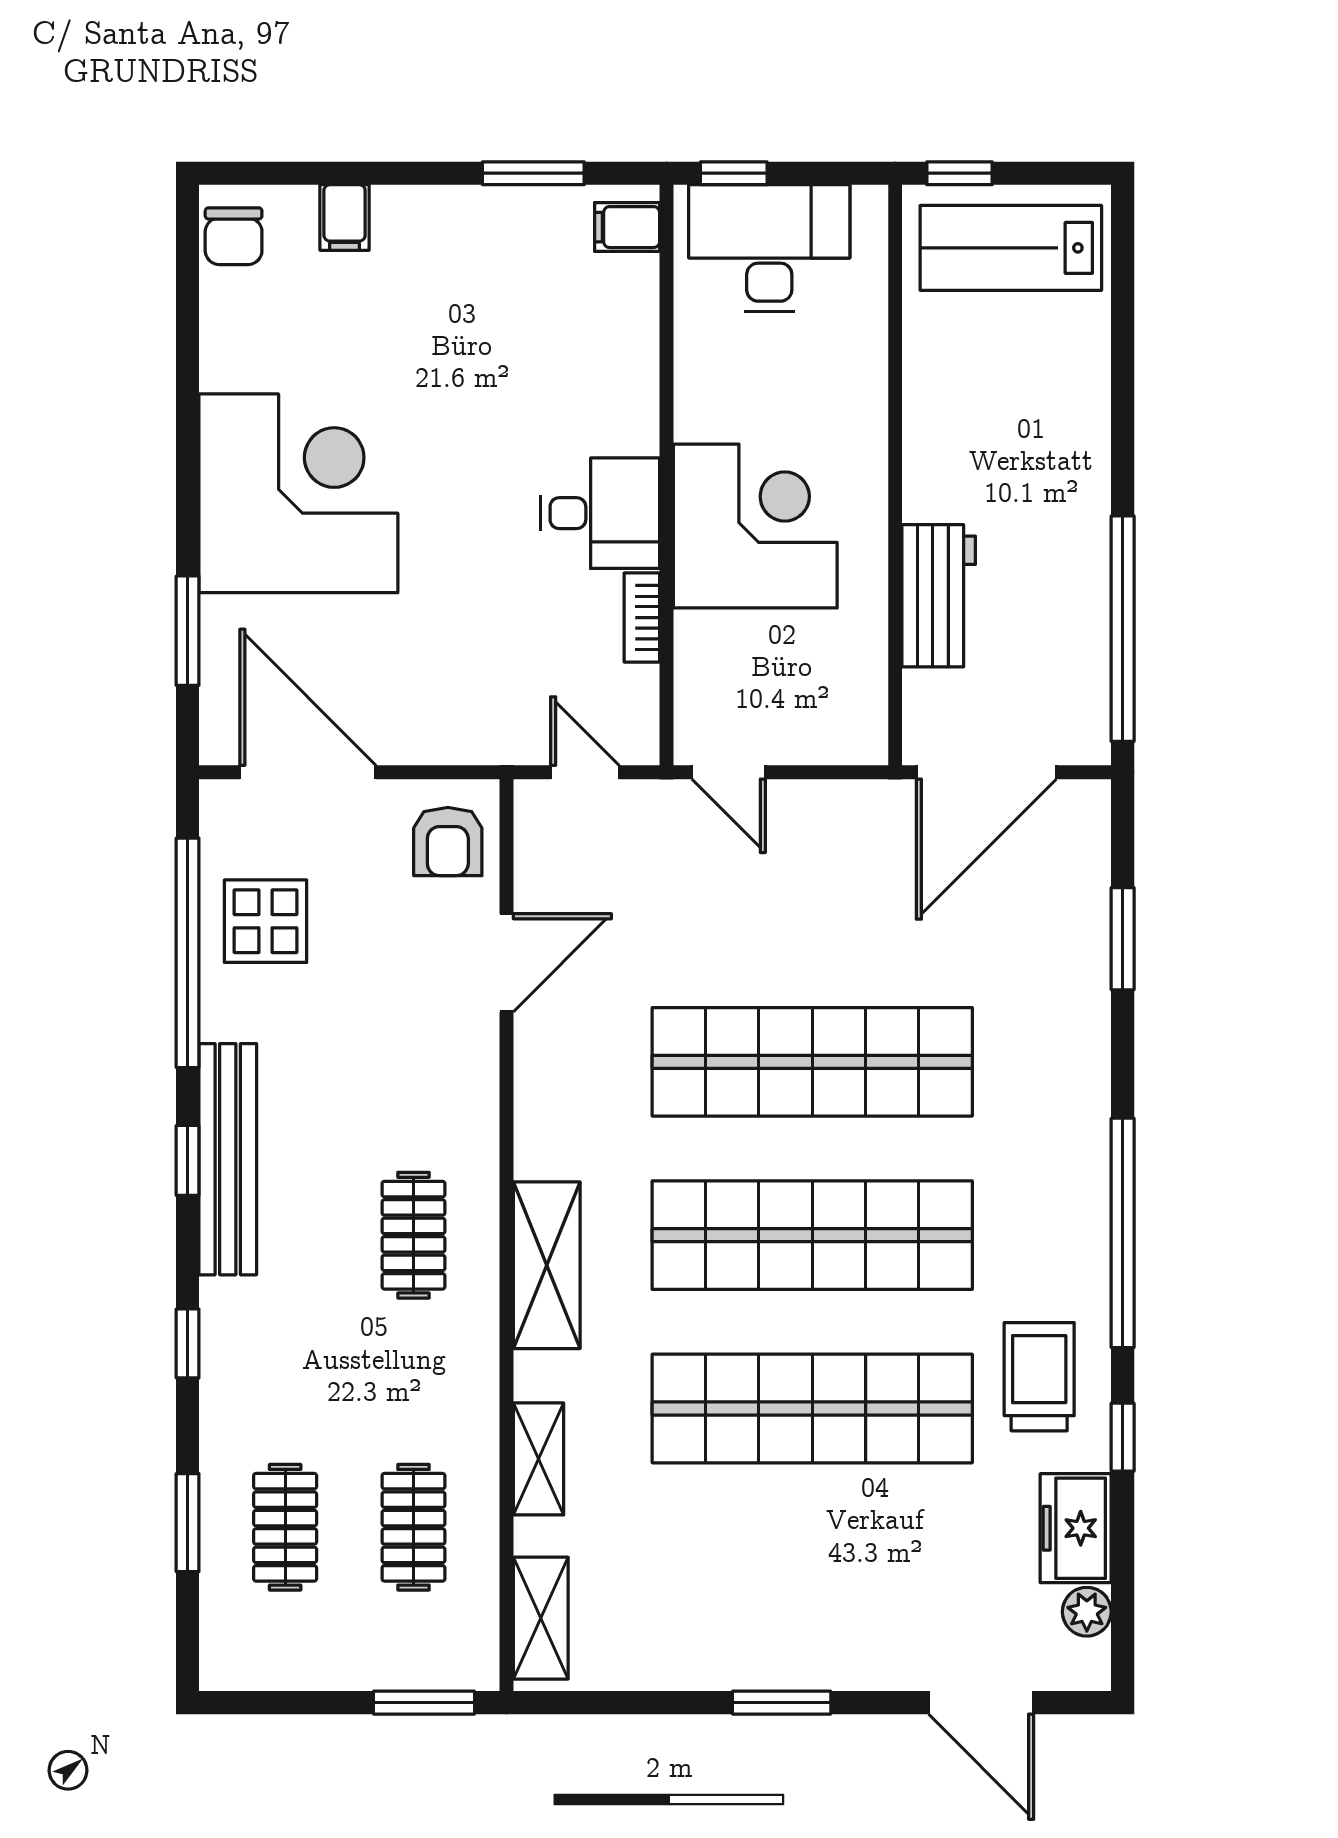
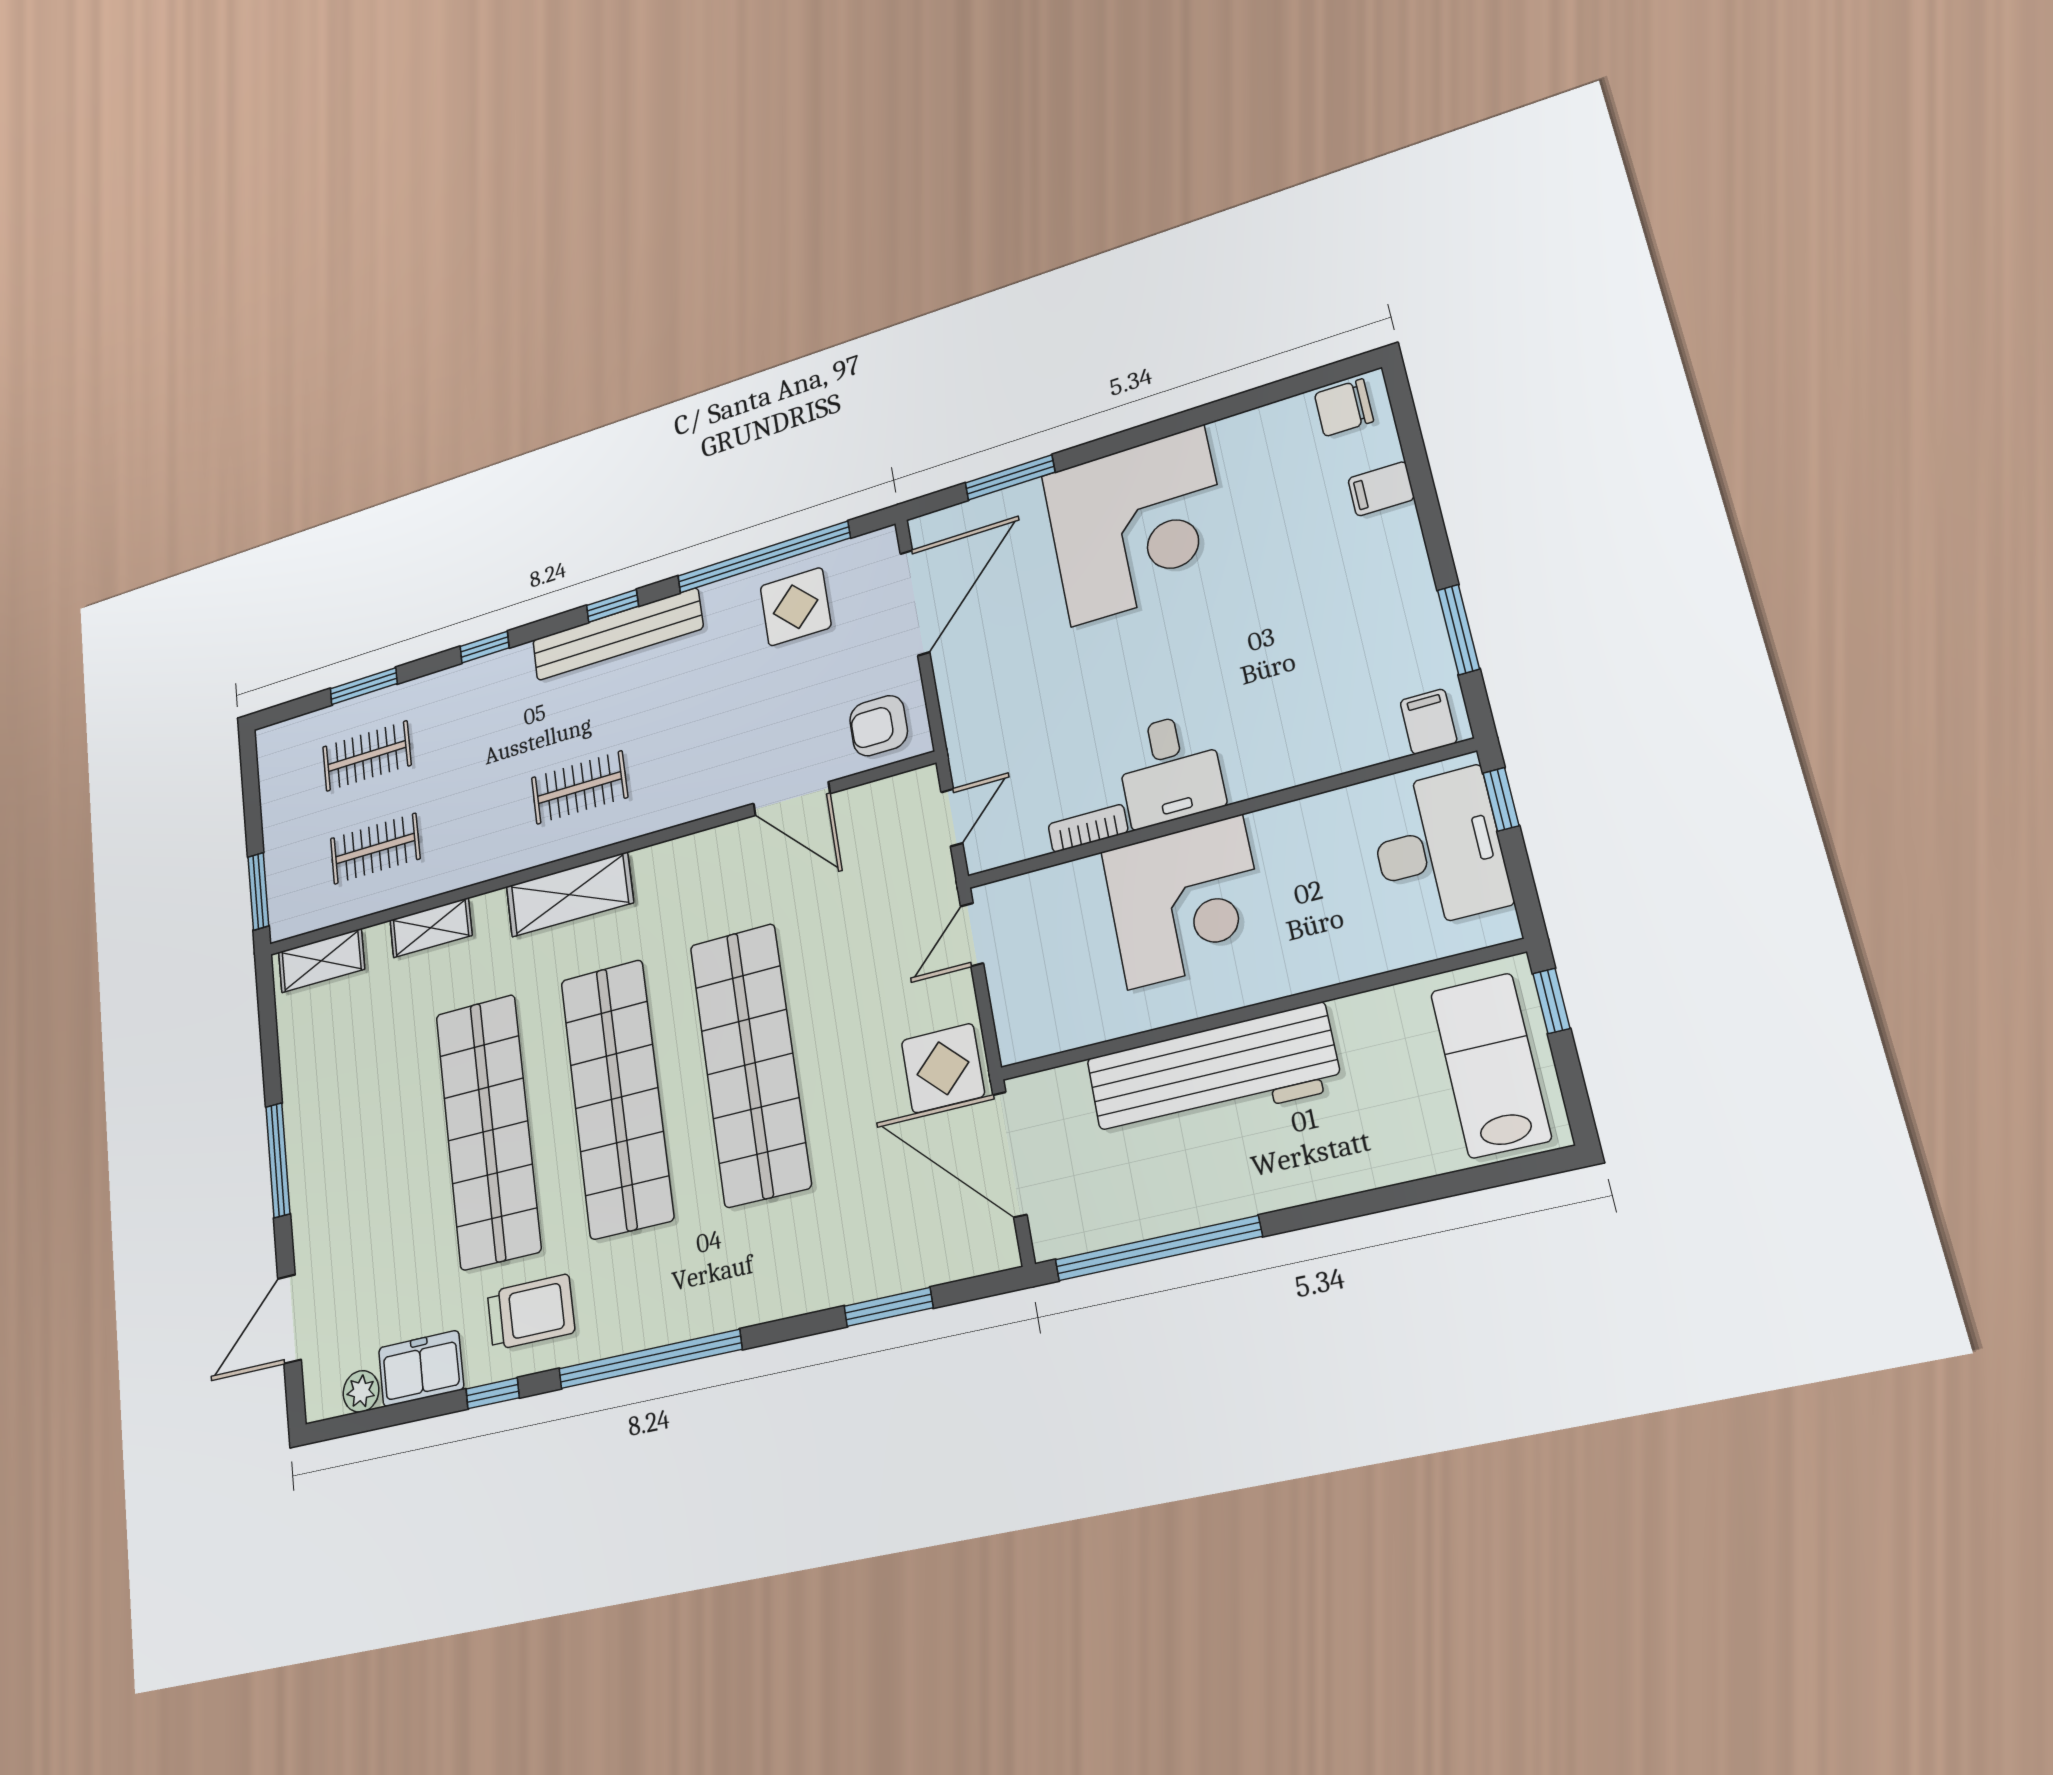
workbench: (939, 596) -> (1213, 1073), width x1.88, depth x1.32
display table: (873, 832) -> (943, 1068), added
window: (782, 1703) -> (278, 1160), width x1.44

